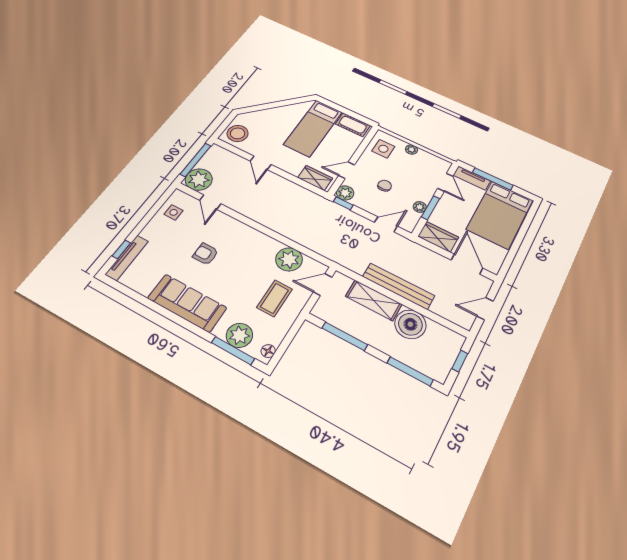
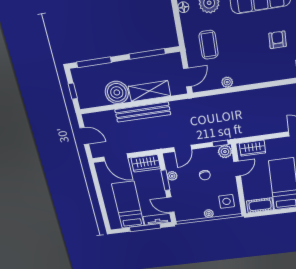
bed: (500, 215) -> (128, 205), width x0.67
armchair: (206, 254) -> (278, 40), turned -90
plant: (289, 259) -> (227, 82), width x0.53, depth x0.53
door: (485, 309) -> (84, 136), hinge flipped

